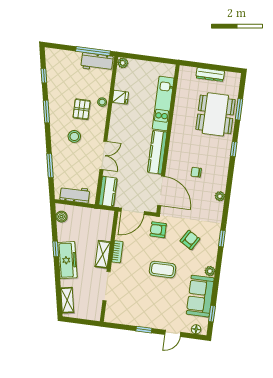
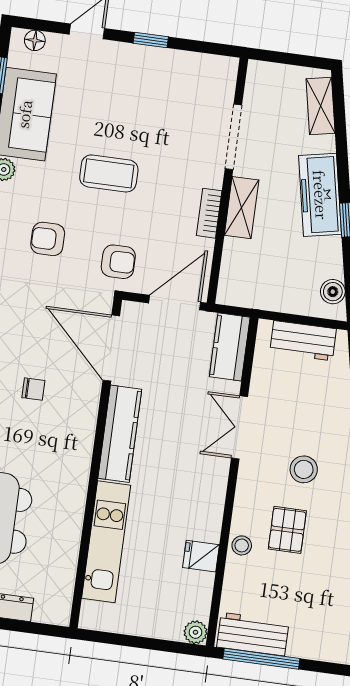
armchair: (190, 240) -> (48, 239), turned 59

